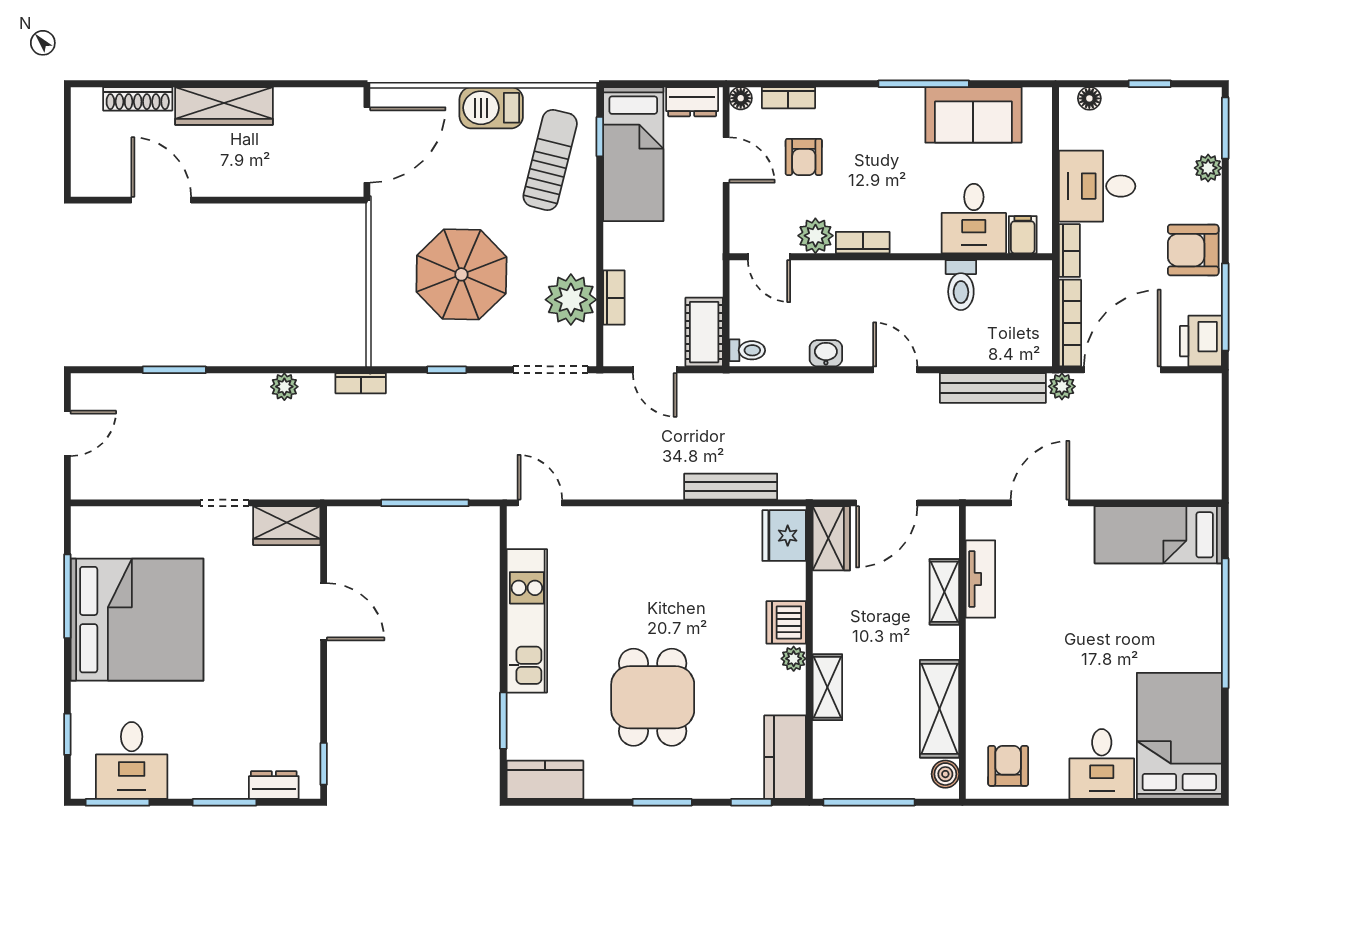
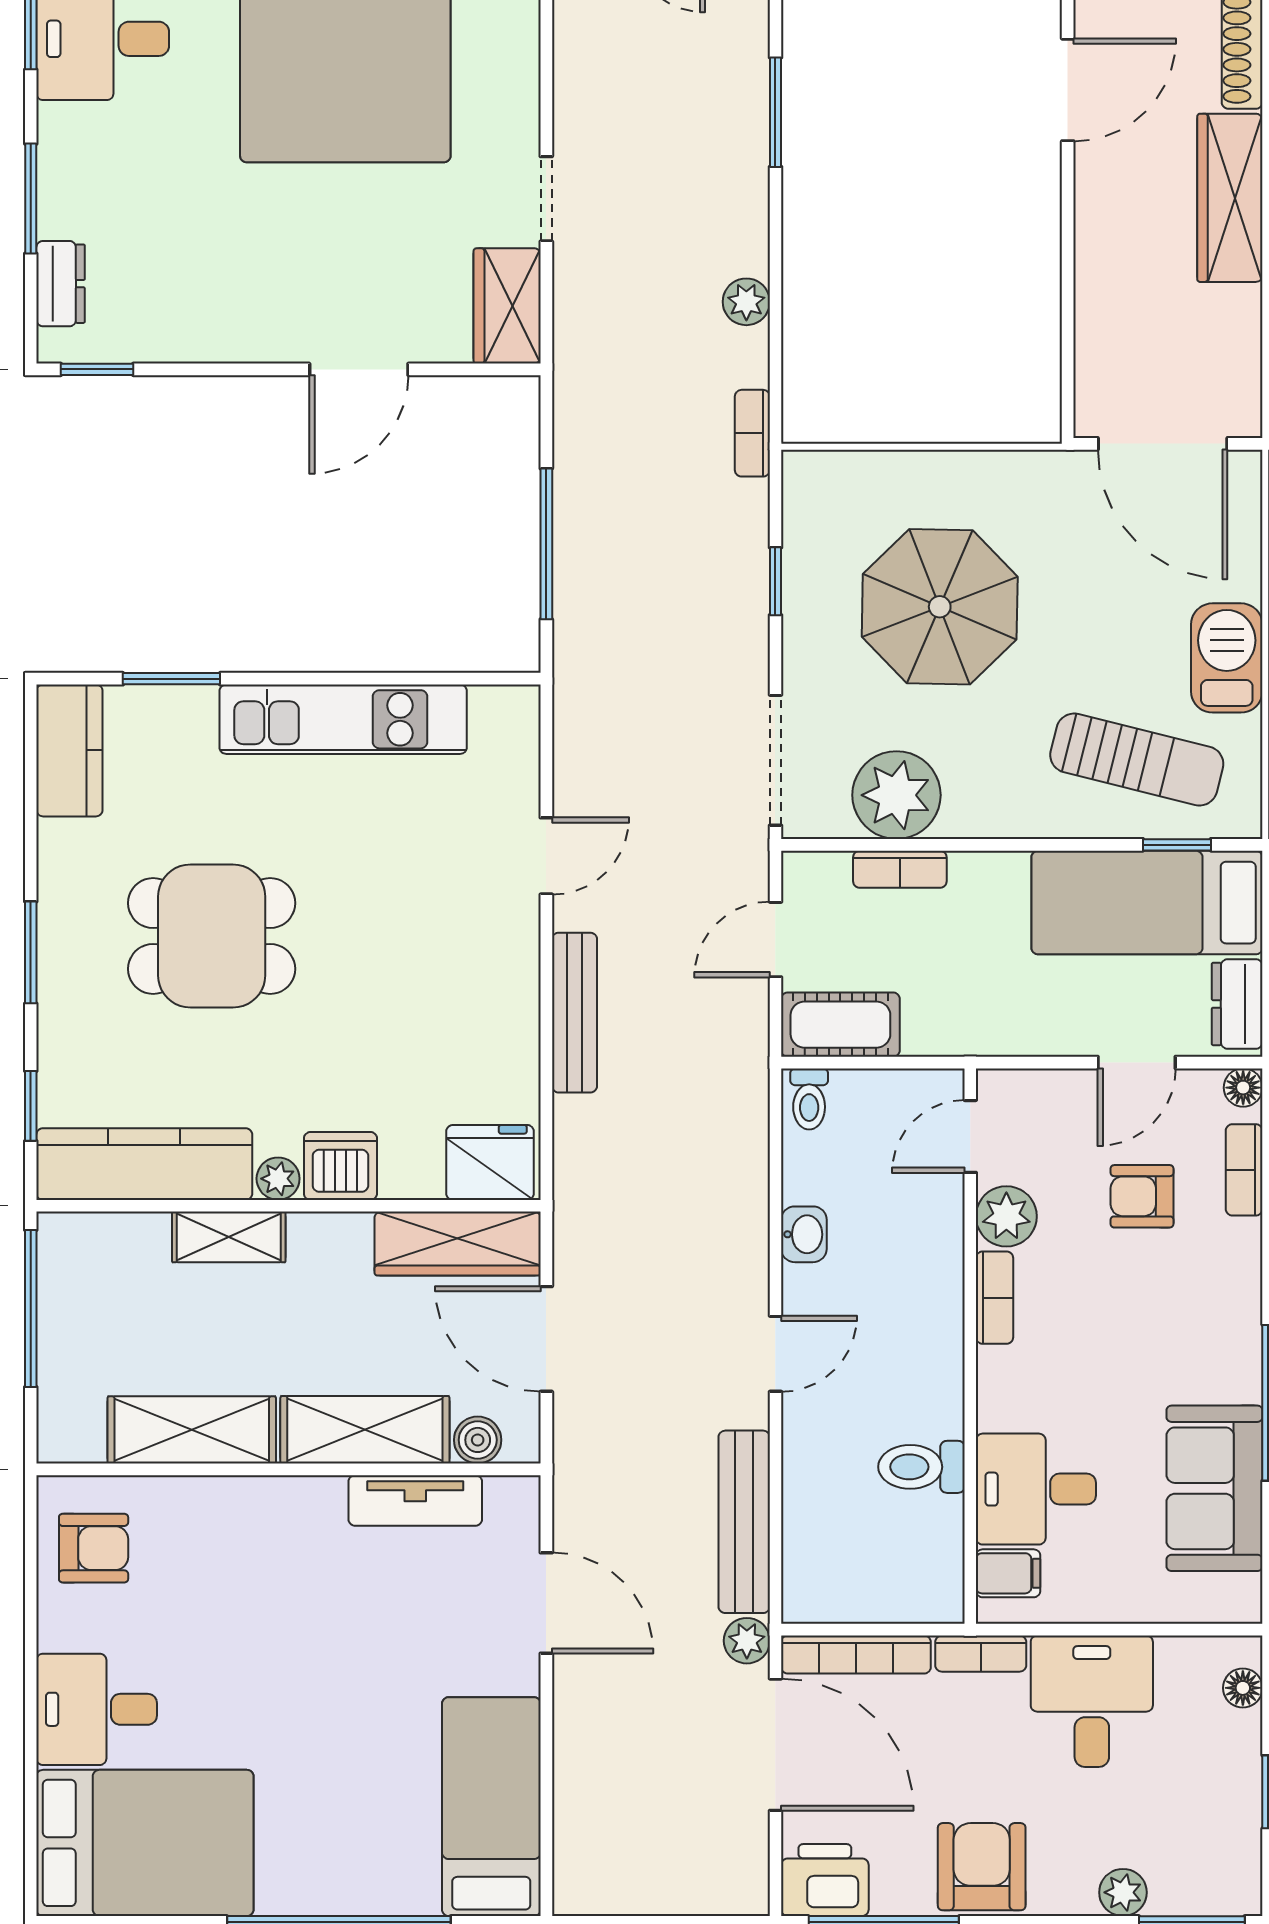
bench: (731, 487) -> (574, 1013), moved
door: (540, 503) -> (546, 856), moved
wardrobe: (831, 538) -> (458, 1244), width x1.50
shelving: (944, 592) -> (365, 1430), width x1.50, depth x1.33
kitchen counter: (785, 757) -> (144, 1164), width x1.50
boiler: (945, 774) -> (478, 1440), moved

